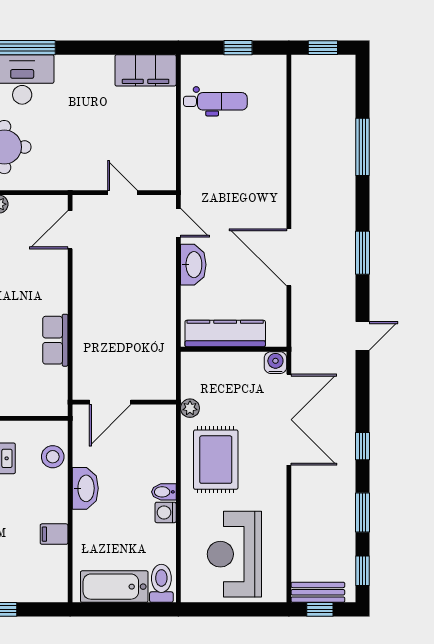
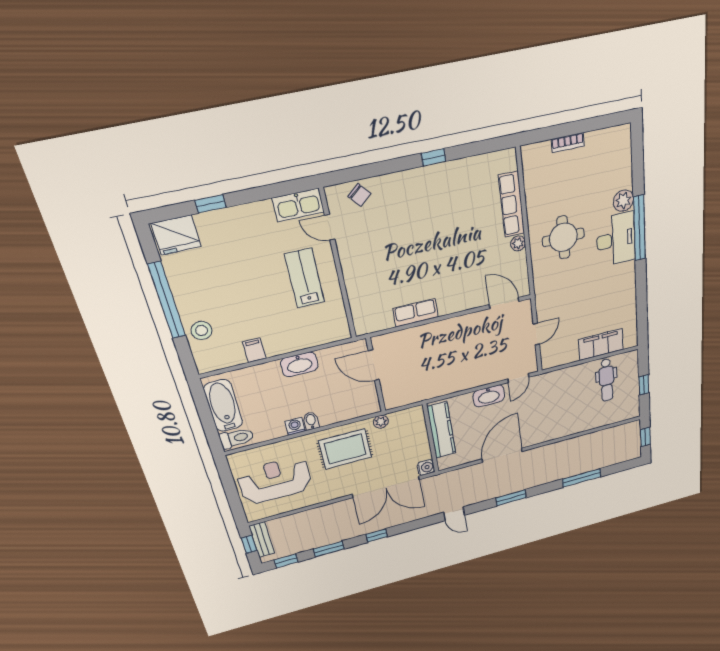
filing cabinet: (146, 70) -> (601, 344), moved, turned 90
stool: (53, 457) -> (202, 330), moved

